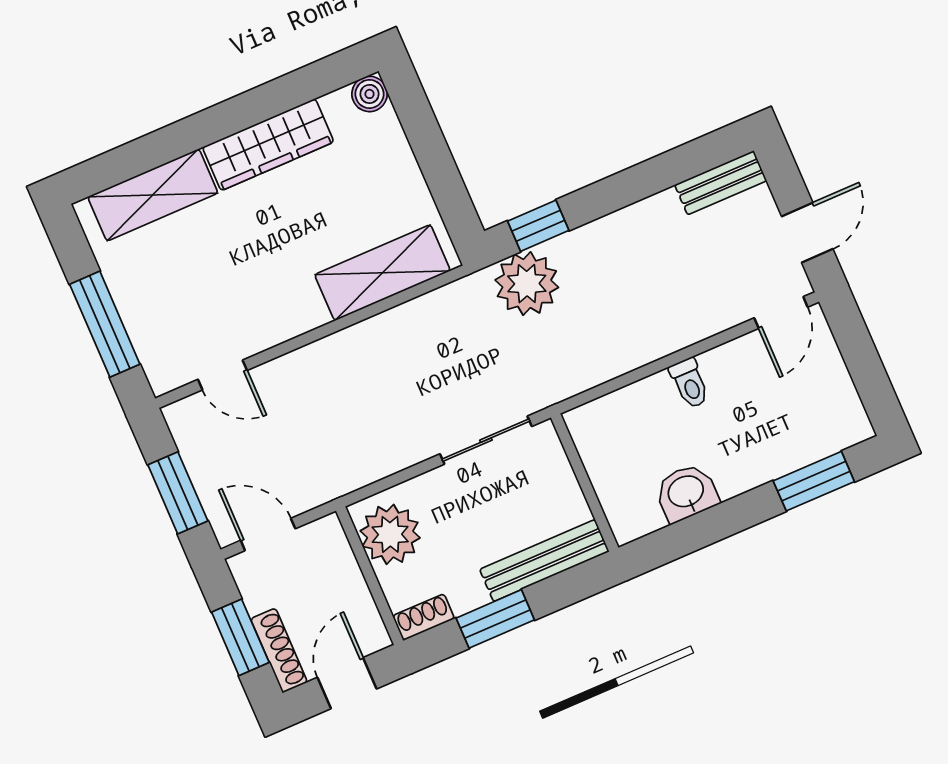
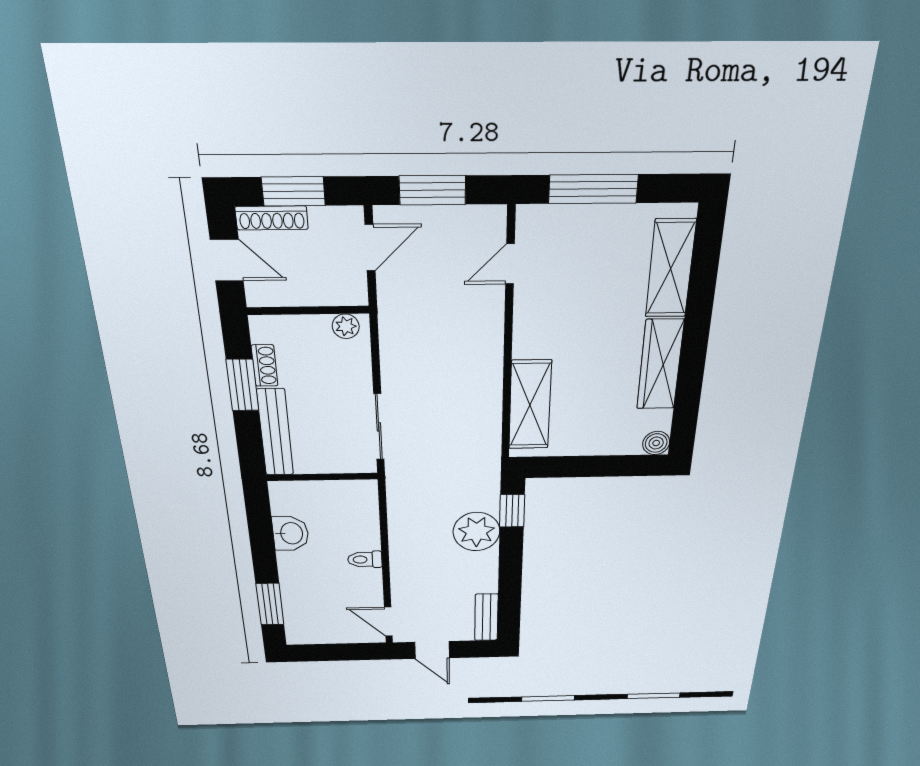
plant: (527, 284) -> (476, 532), moved
plant: (390, 534) -> (346, 326), width x0.53, depth x0.53
shoe rack: (424, 617) -> (265, 366), moved

